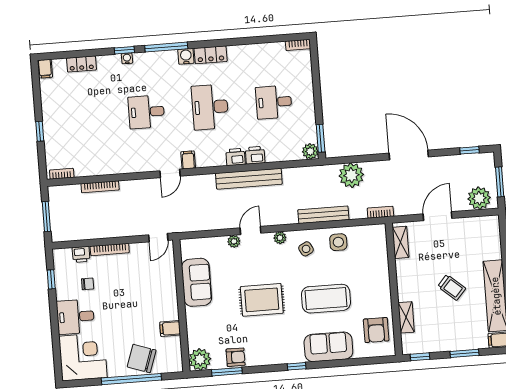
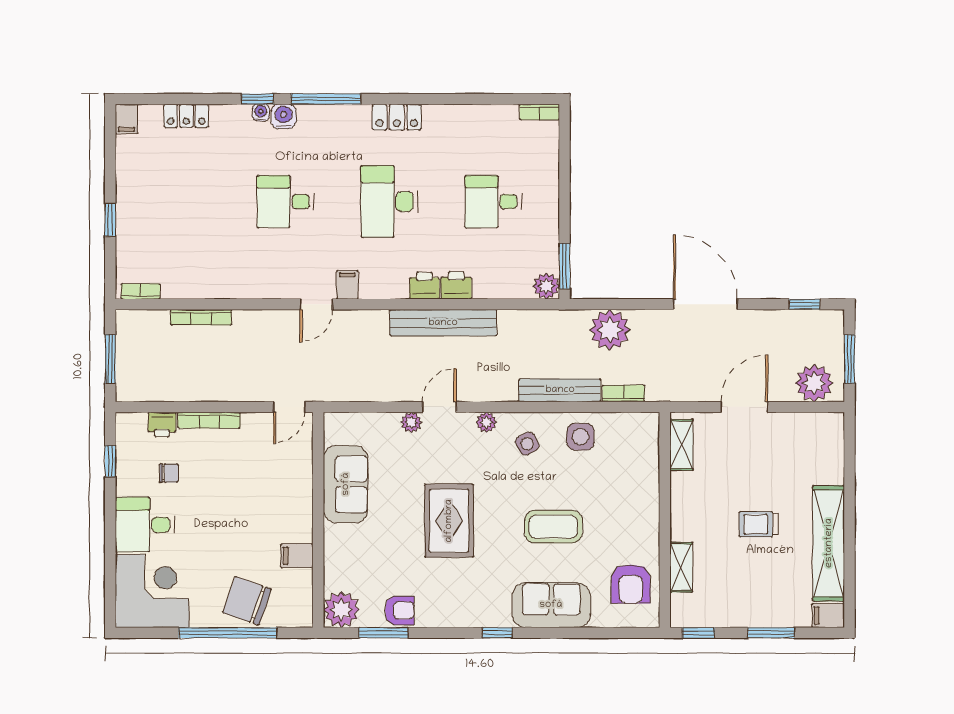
water cooler: (186, 56) -> (284, 116), moved
bookcase: (380, 212) -> (624, 393), moved
trolley: (452, 287) -> (759, 524), turned 139
coffee table: (326, 299) -> (553, 527), width x0.73, depth x0.76
rug: (262, 300) -> (449, 521), turned 90

